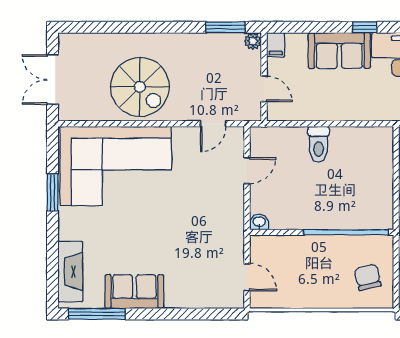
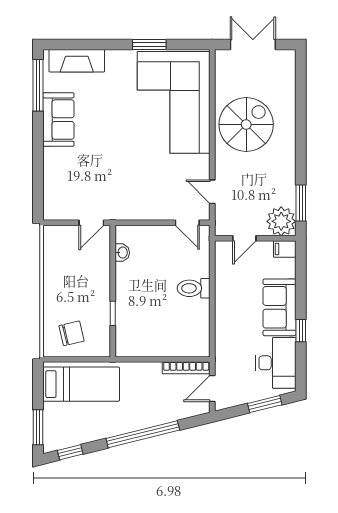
plant: (253, 41) -> (281, 221), width x1.87, depth x1.87
spiral stairs: (140, 87) -> (246, 124), turned 180
door: (247, 171) -> (187, 223), moved
washbasin: (259, 222) -> (122, 253), moved
window: (346, 232) -> (113, 313), width x0.32
door: (247, 277) -> (91, 223), moved

